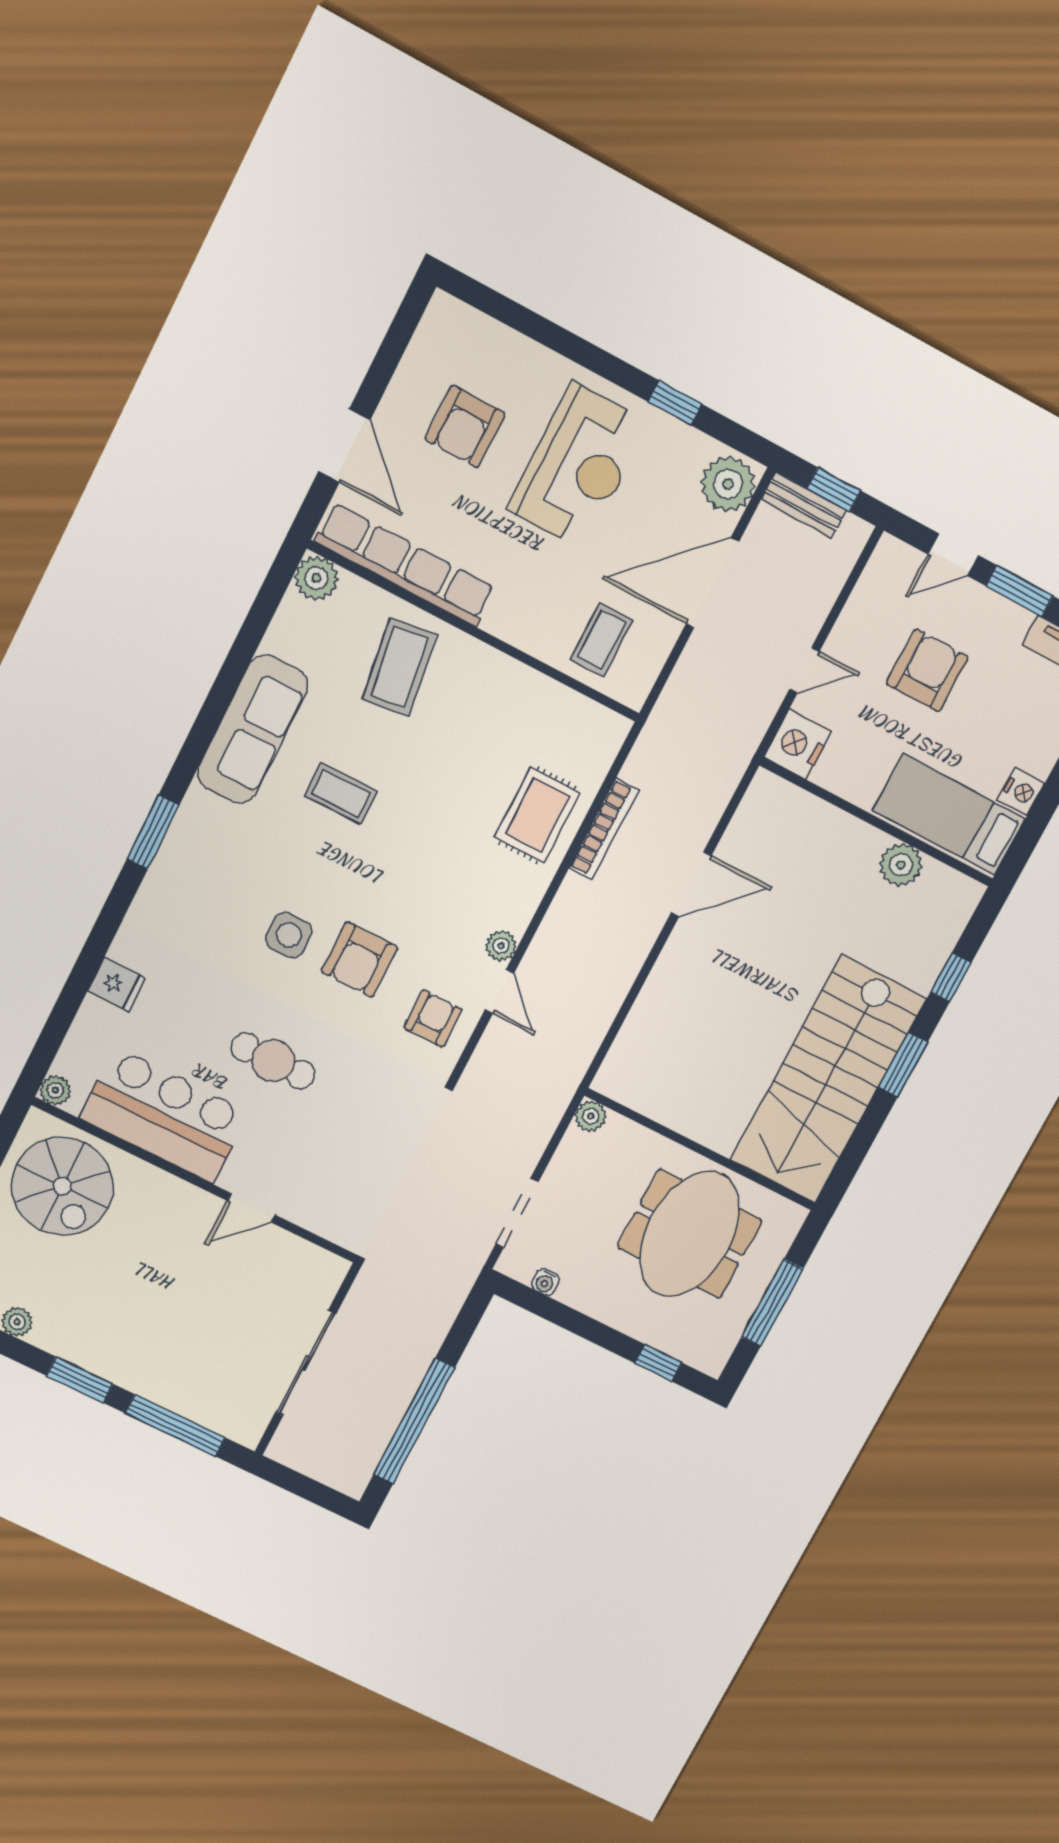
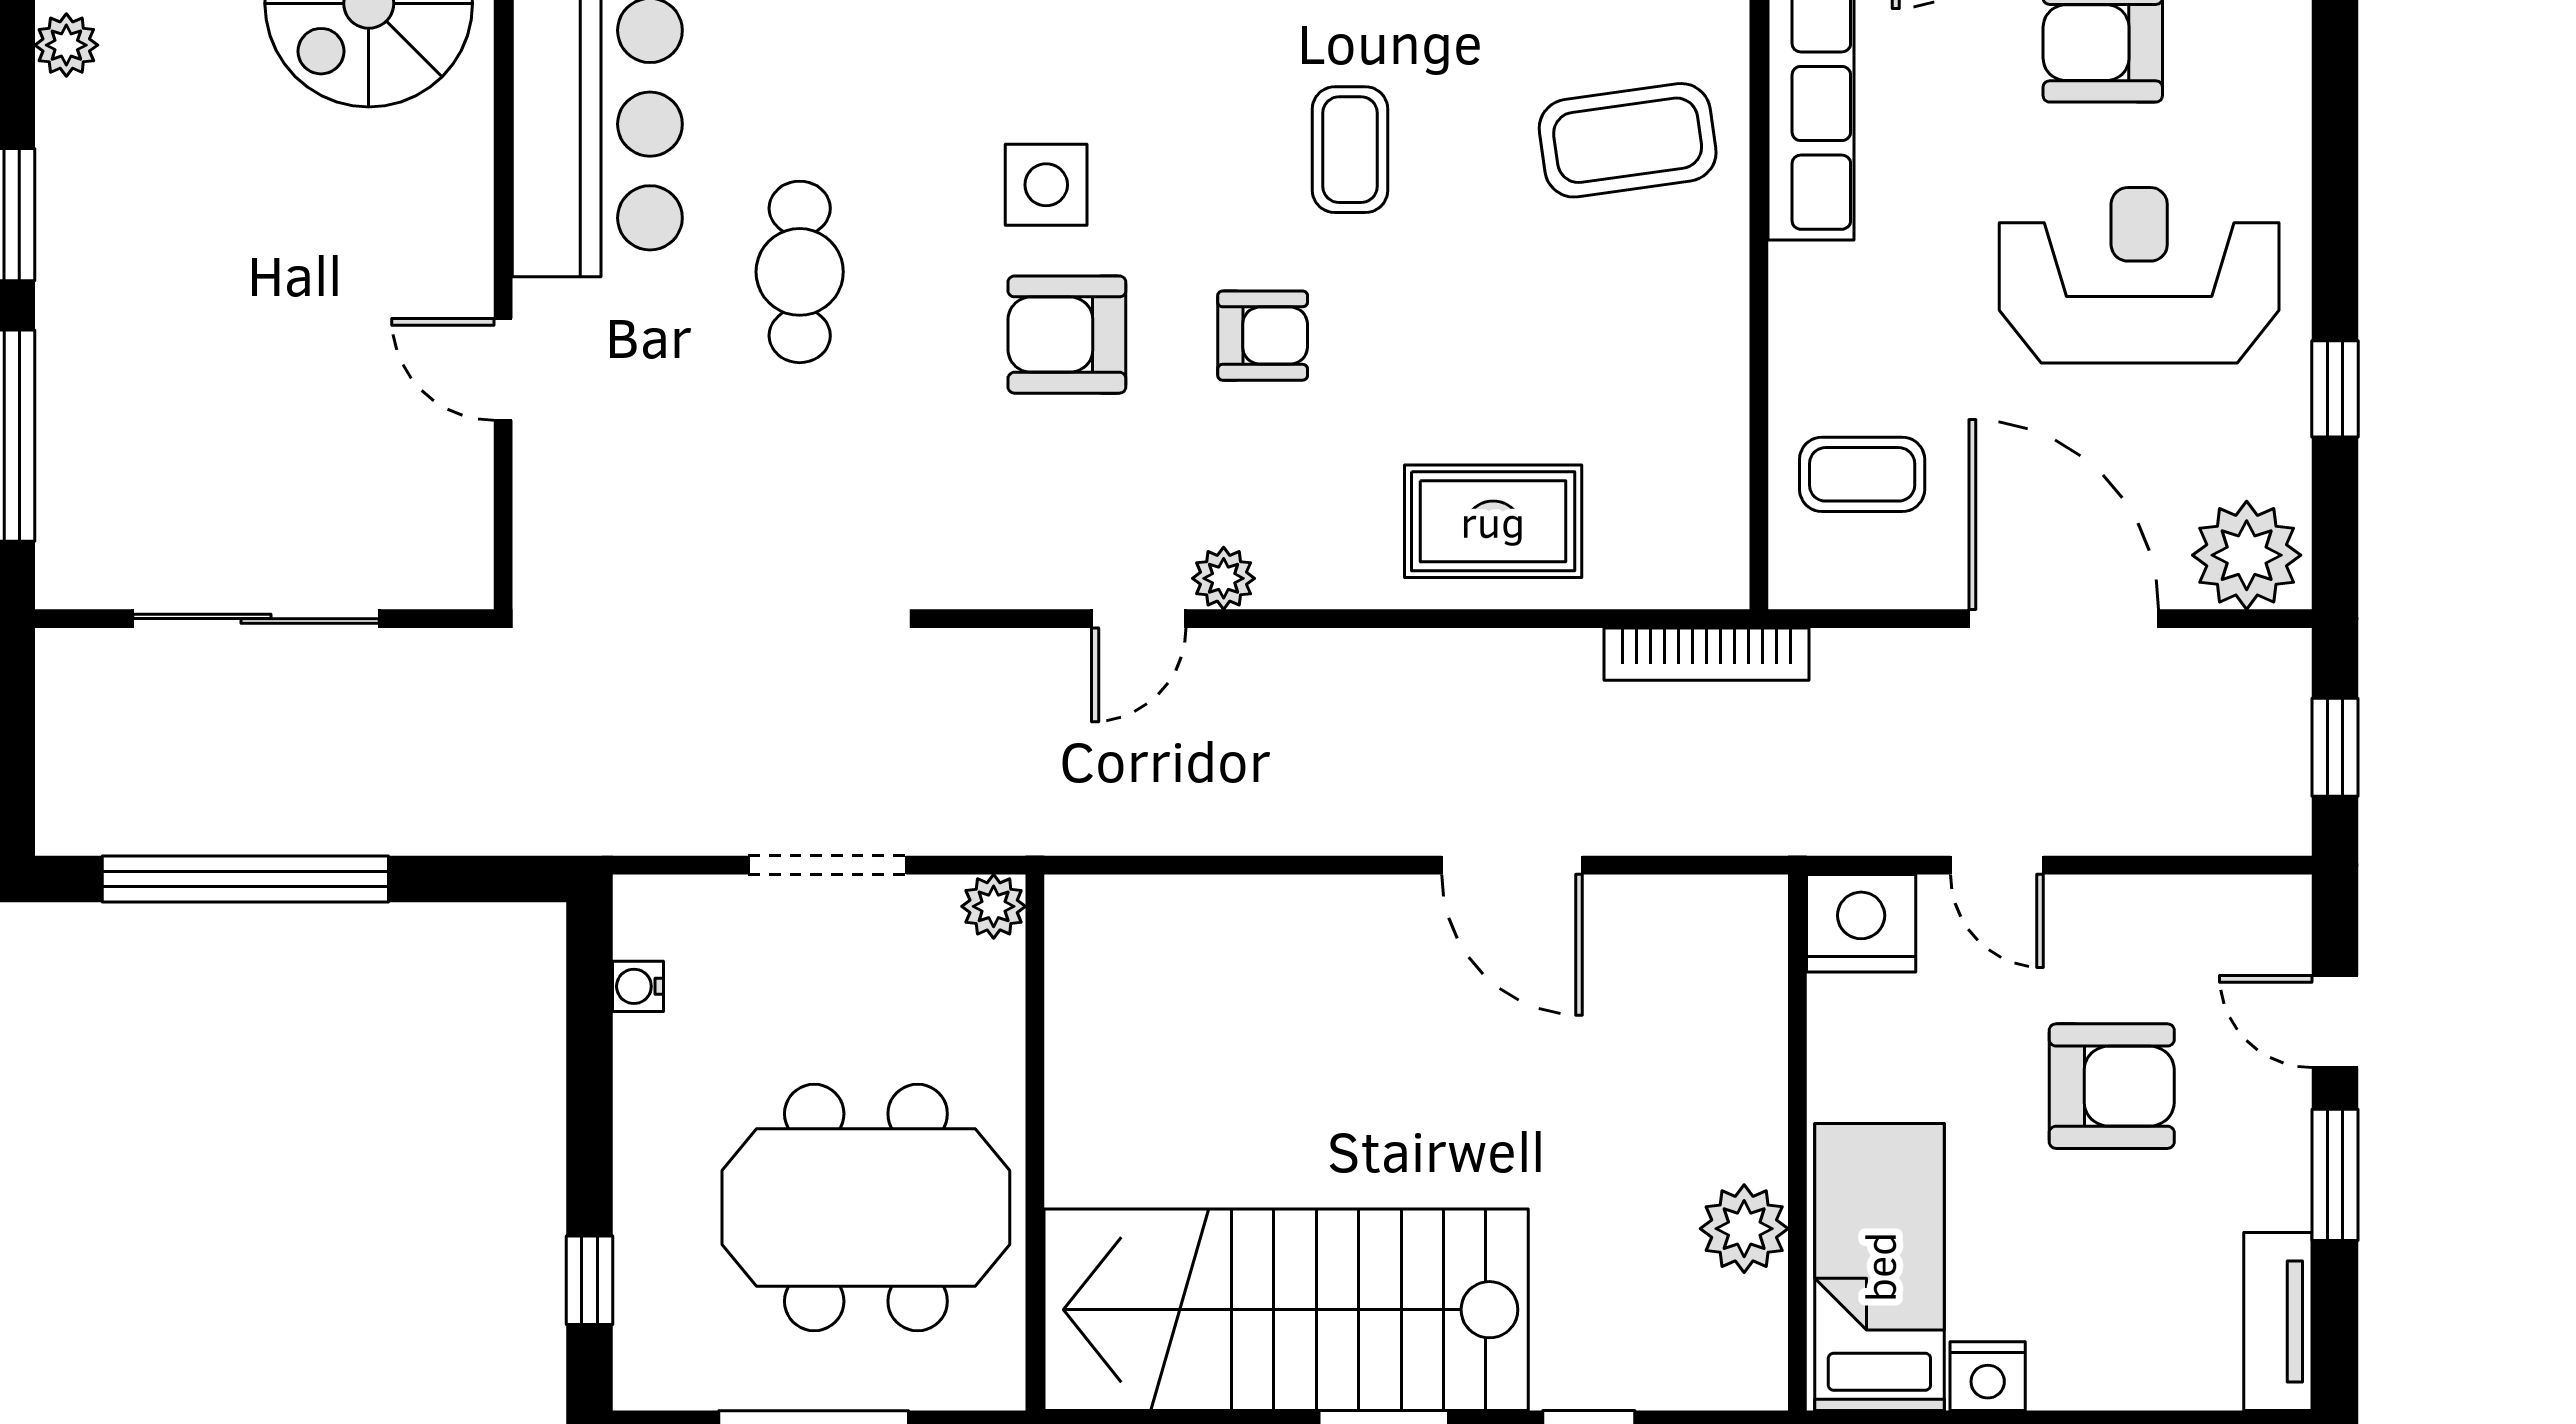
reception desk: (578, 466) -> (2139, 275), turned 180
bench: (804, 505) -> (2281, 709), removed
bookcase: (604, 829) -> (1706, 654), moved
armchair: (433, 1019) -> (1263, 336), moved
doorway: (517, 1213) -> (827, 865), moved

